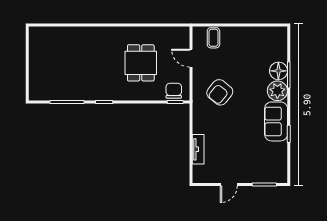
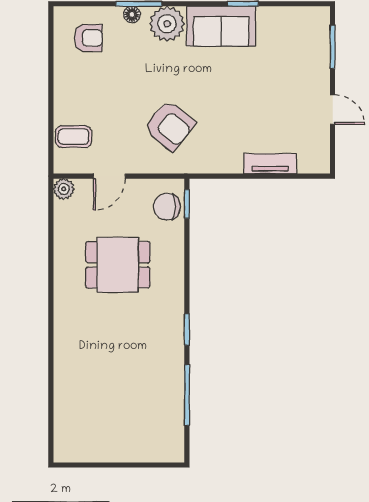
plant: (184, 32) -> (64, 189), added
armchair: (269, 46) -> (88, 38), added
floor lamp: (278, 71) -> (132, 15), width x0.53, depth x0.53

